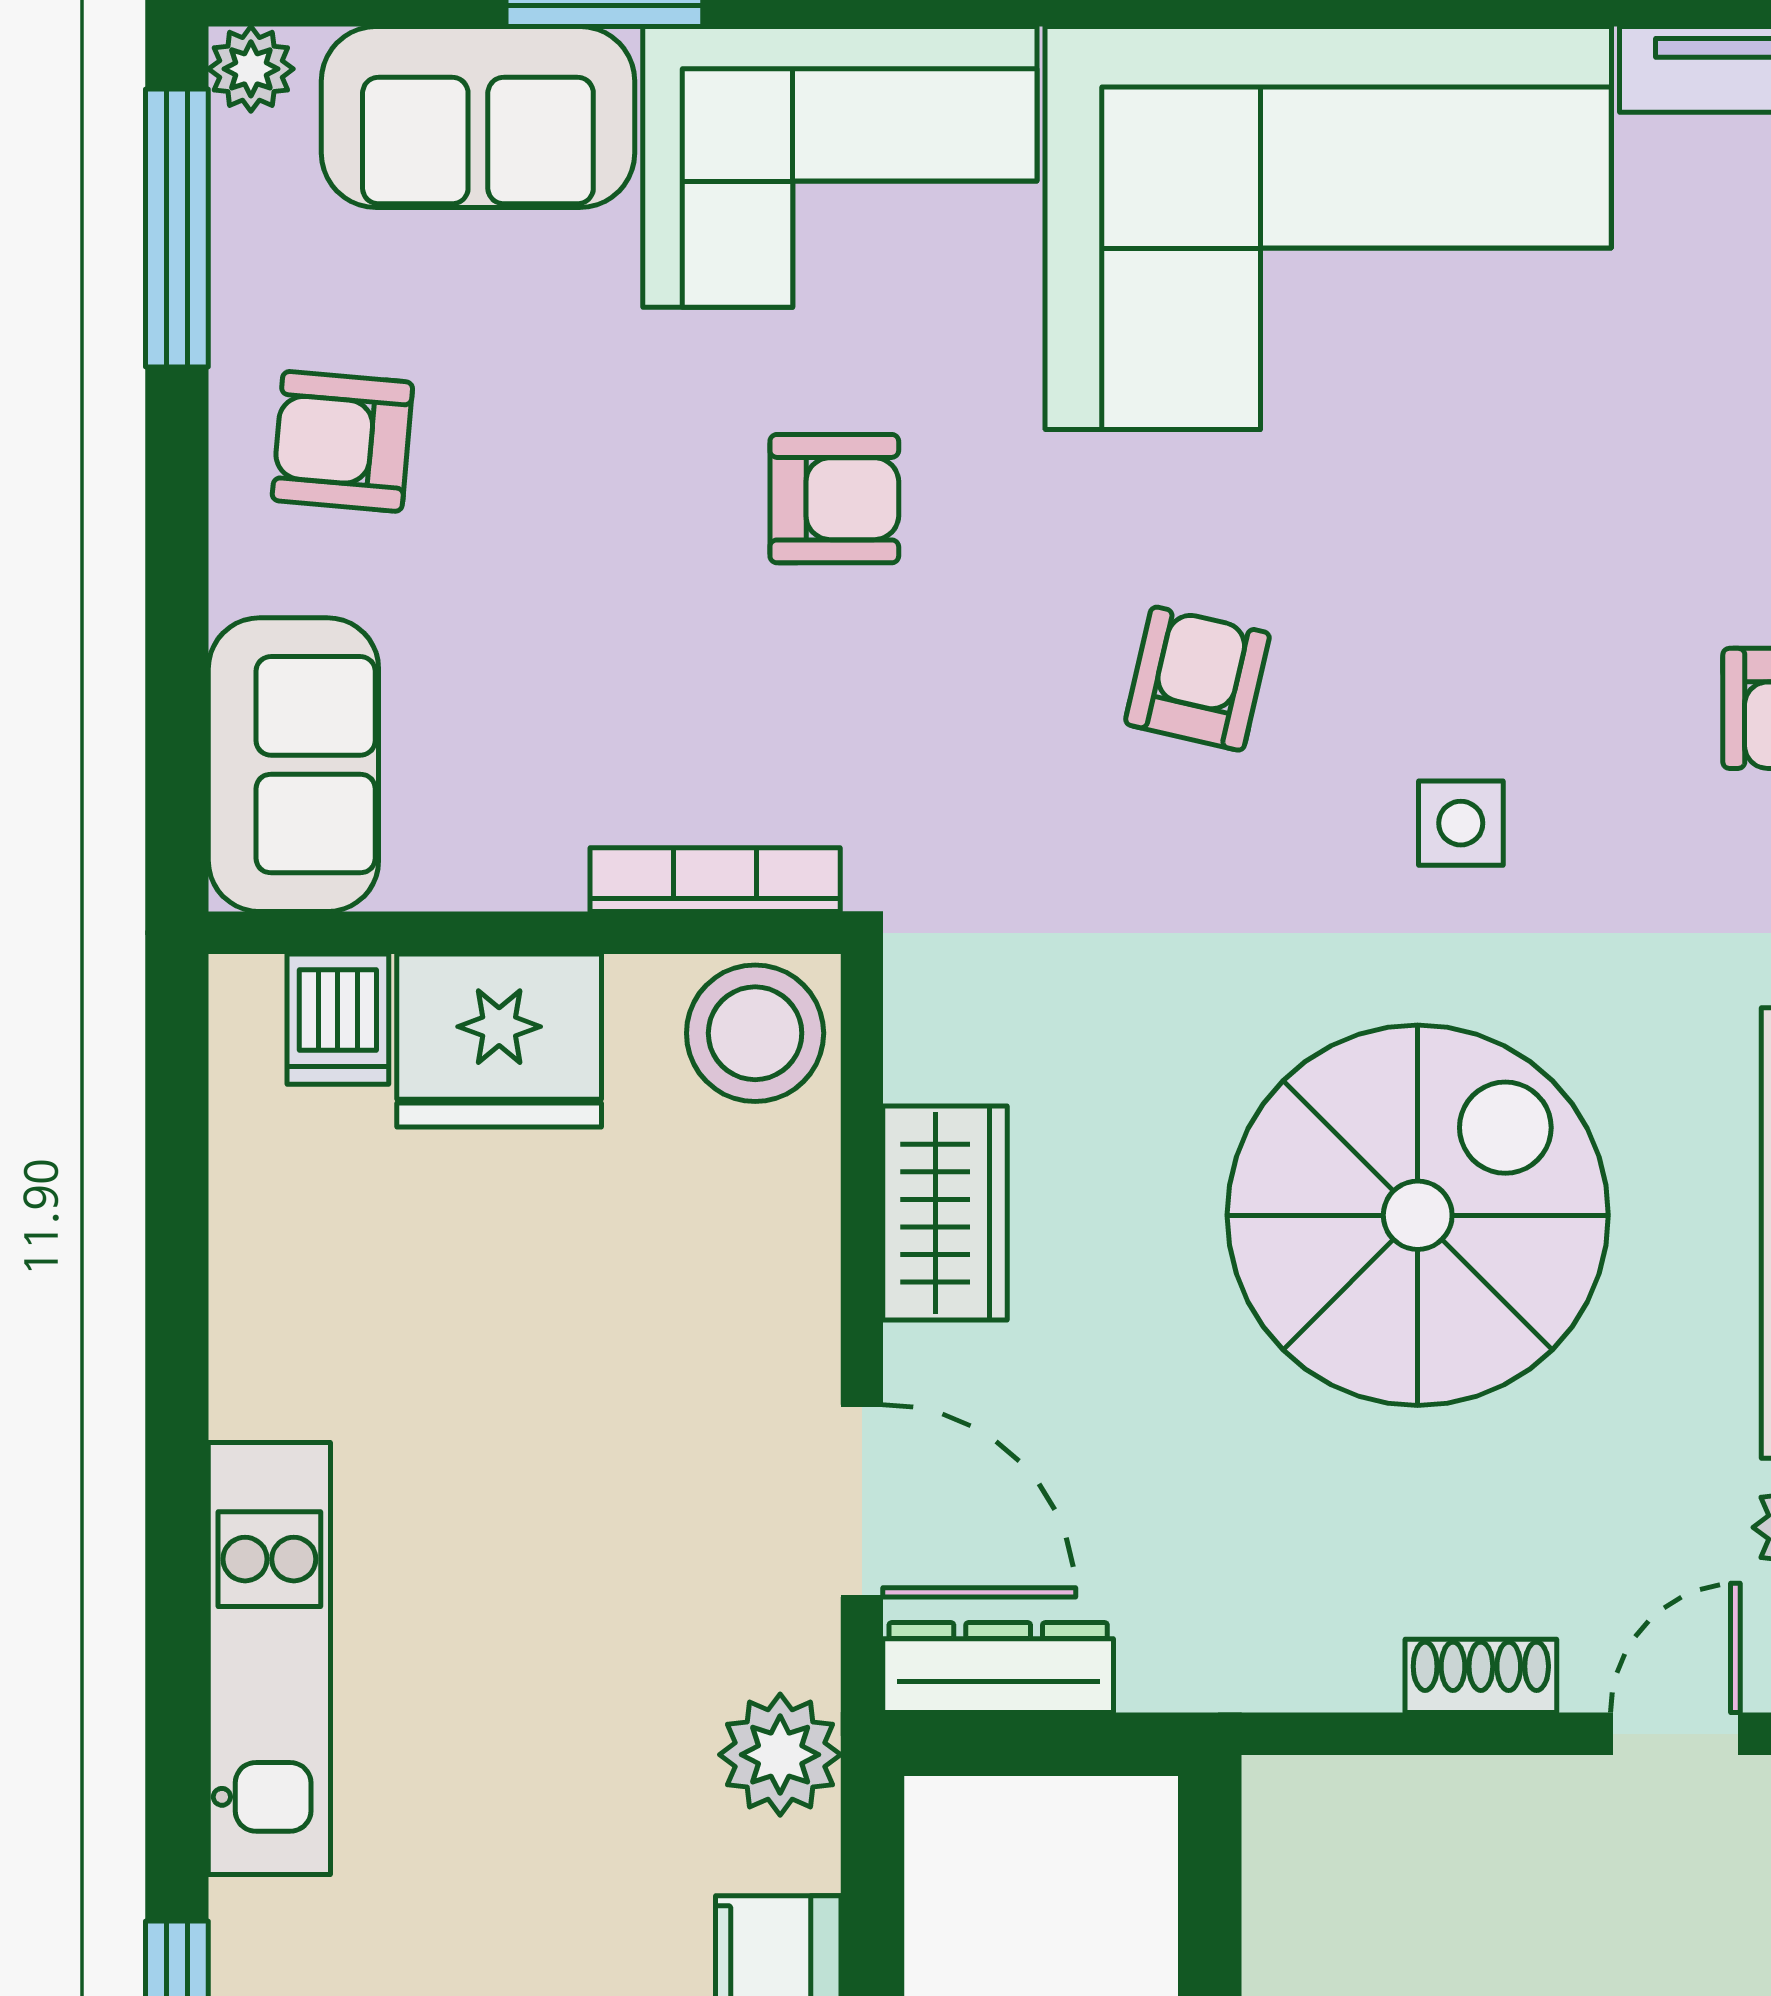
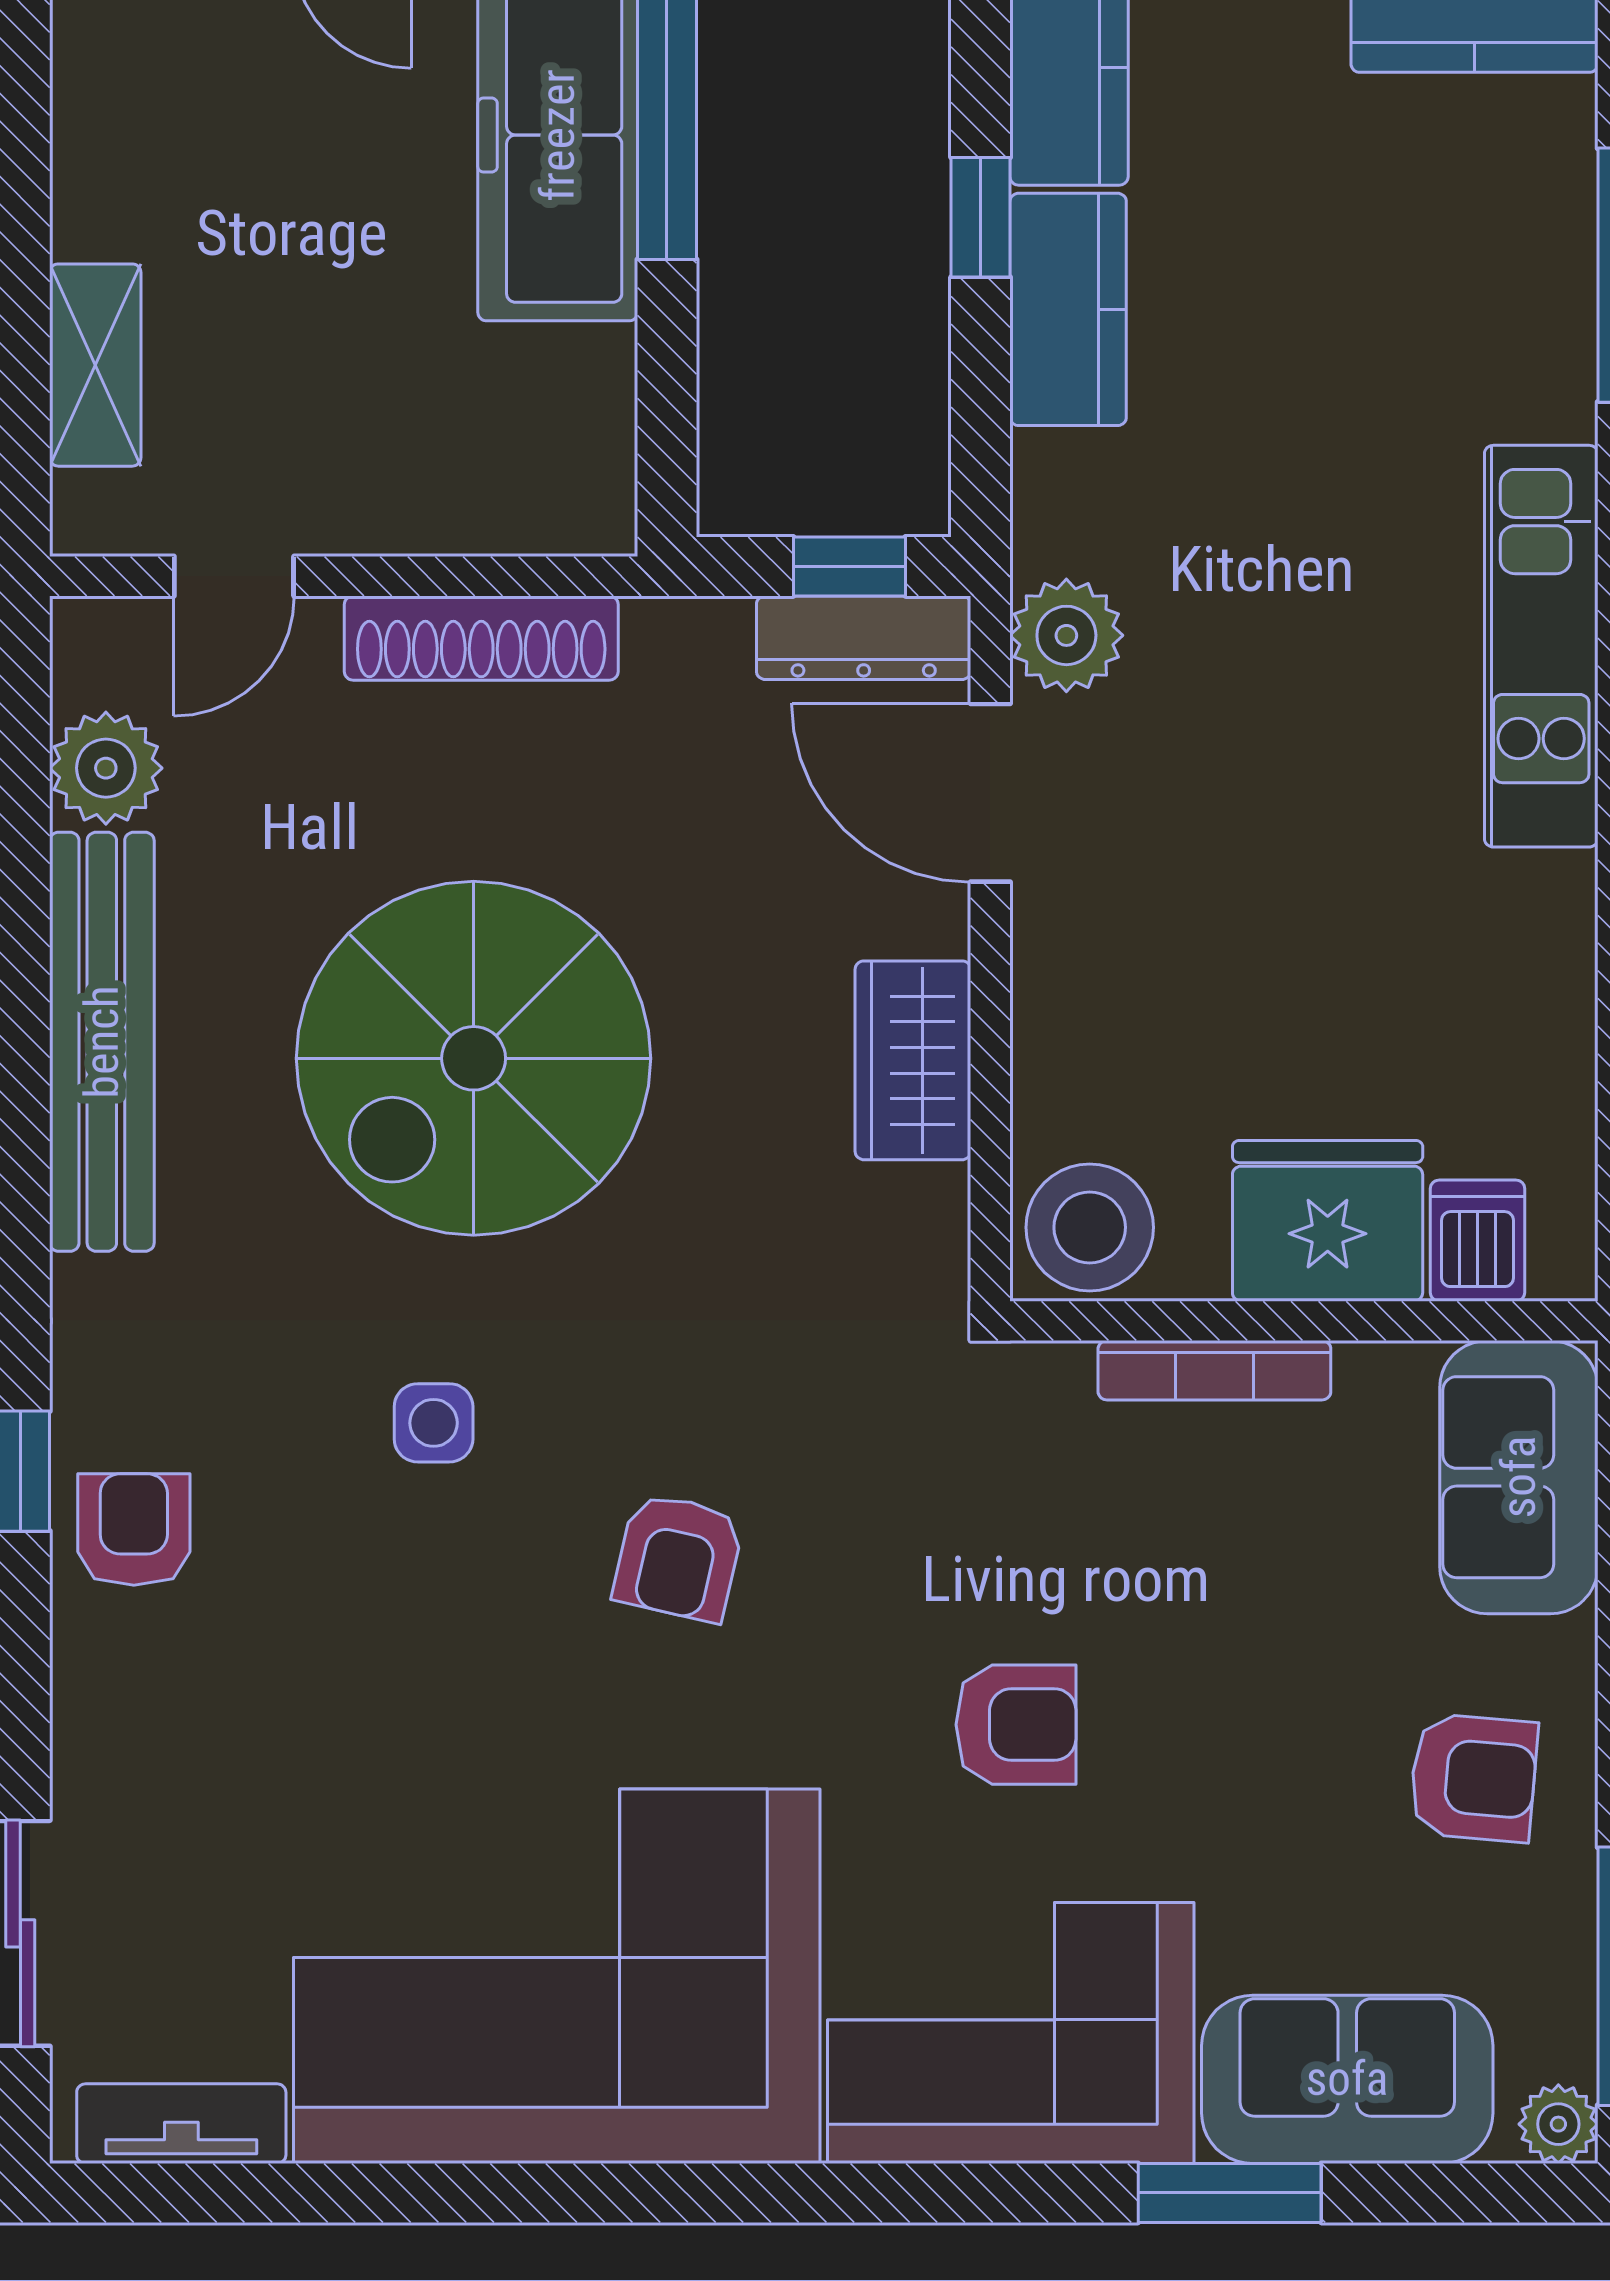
armchair: (834, 499) -> (1016, 1725), turned 180
bookcase: (715, 880) -> (1214, 1370), moved
shoe rack: (1481, 1676) -> (481, 638), width x1.94, depth x1.24
window: (1013, 1744) -> (849, 566), added
plant: (780, 1755) -> (1066, 635), moved

